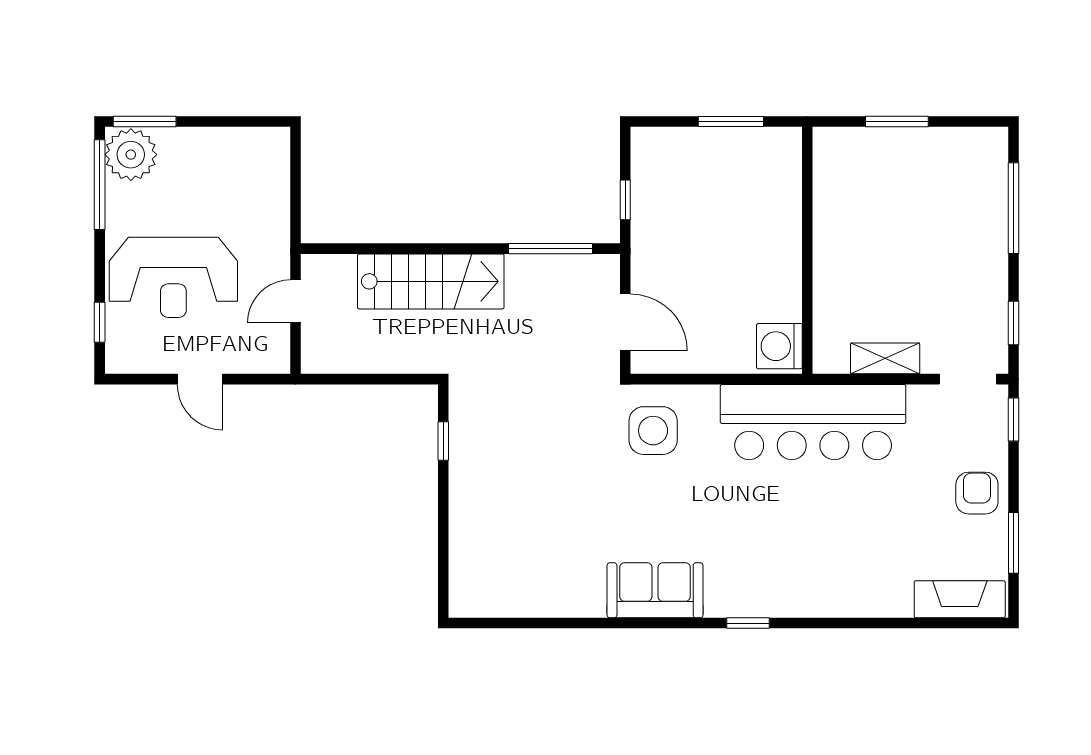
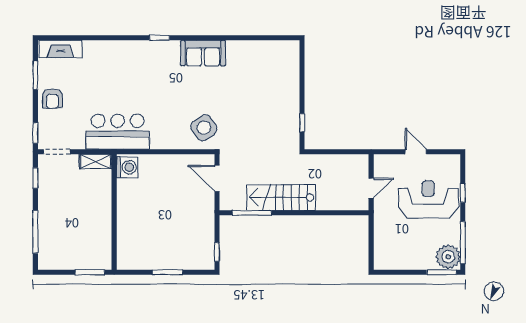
window: (625, 200) -> (217, 252), moved
wall: (807, 250) -> (114, 212), moved
stairs: (431, 281) -> (281, 197), moved
window: (100, 322) -> (463, 193), moved
washing machine: (779, 346) -> (127, 167), moved
bar counter: (813, 422) -> (118, 132), width x0.73
side table: (653, 431) -> (204, 128), turned -34

